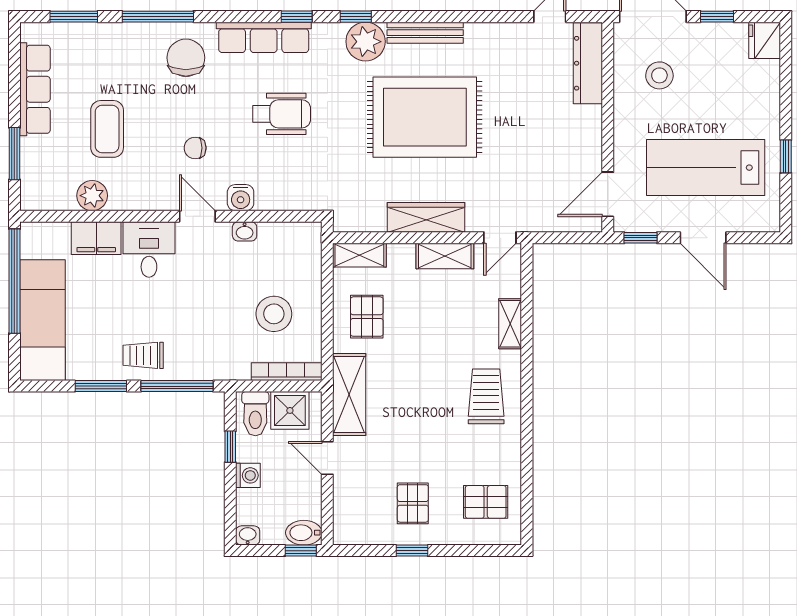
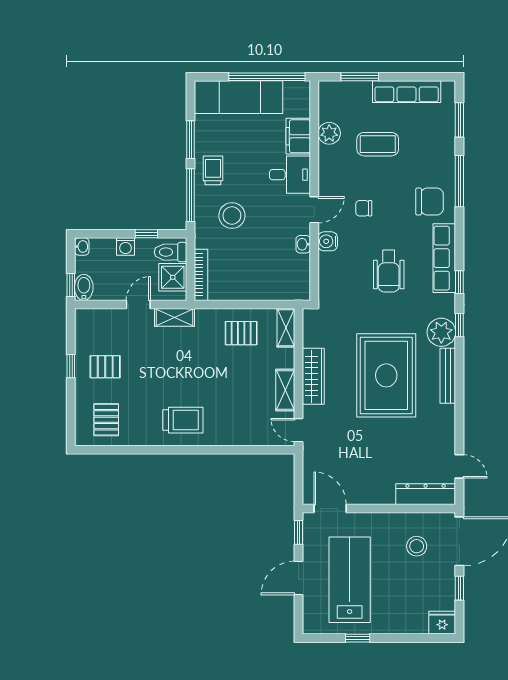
chair: (195, 148) -> (364, 208), turned -90
stool: (274, 314) -> (232, 215), moved
shelving: (510, 324) -> (236, 438), removed
shelving: (349, 394) -> (174, 317), width x0.67, depth x0.75

